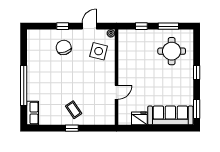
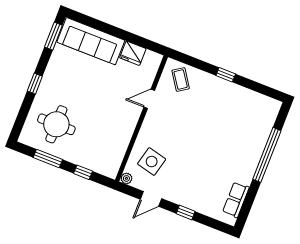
chair: (64, 47) -> (195, 184), removed
coffee table: (74, 110) -> (181, 79), moved
row of seats: (33, 113) -> (236, 200), moved

